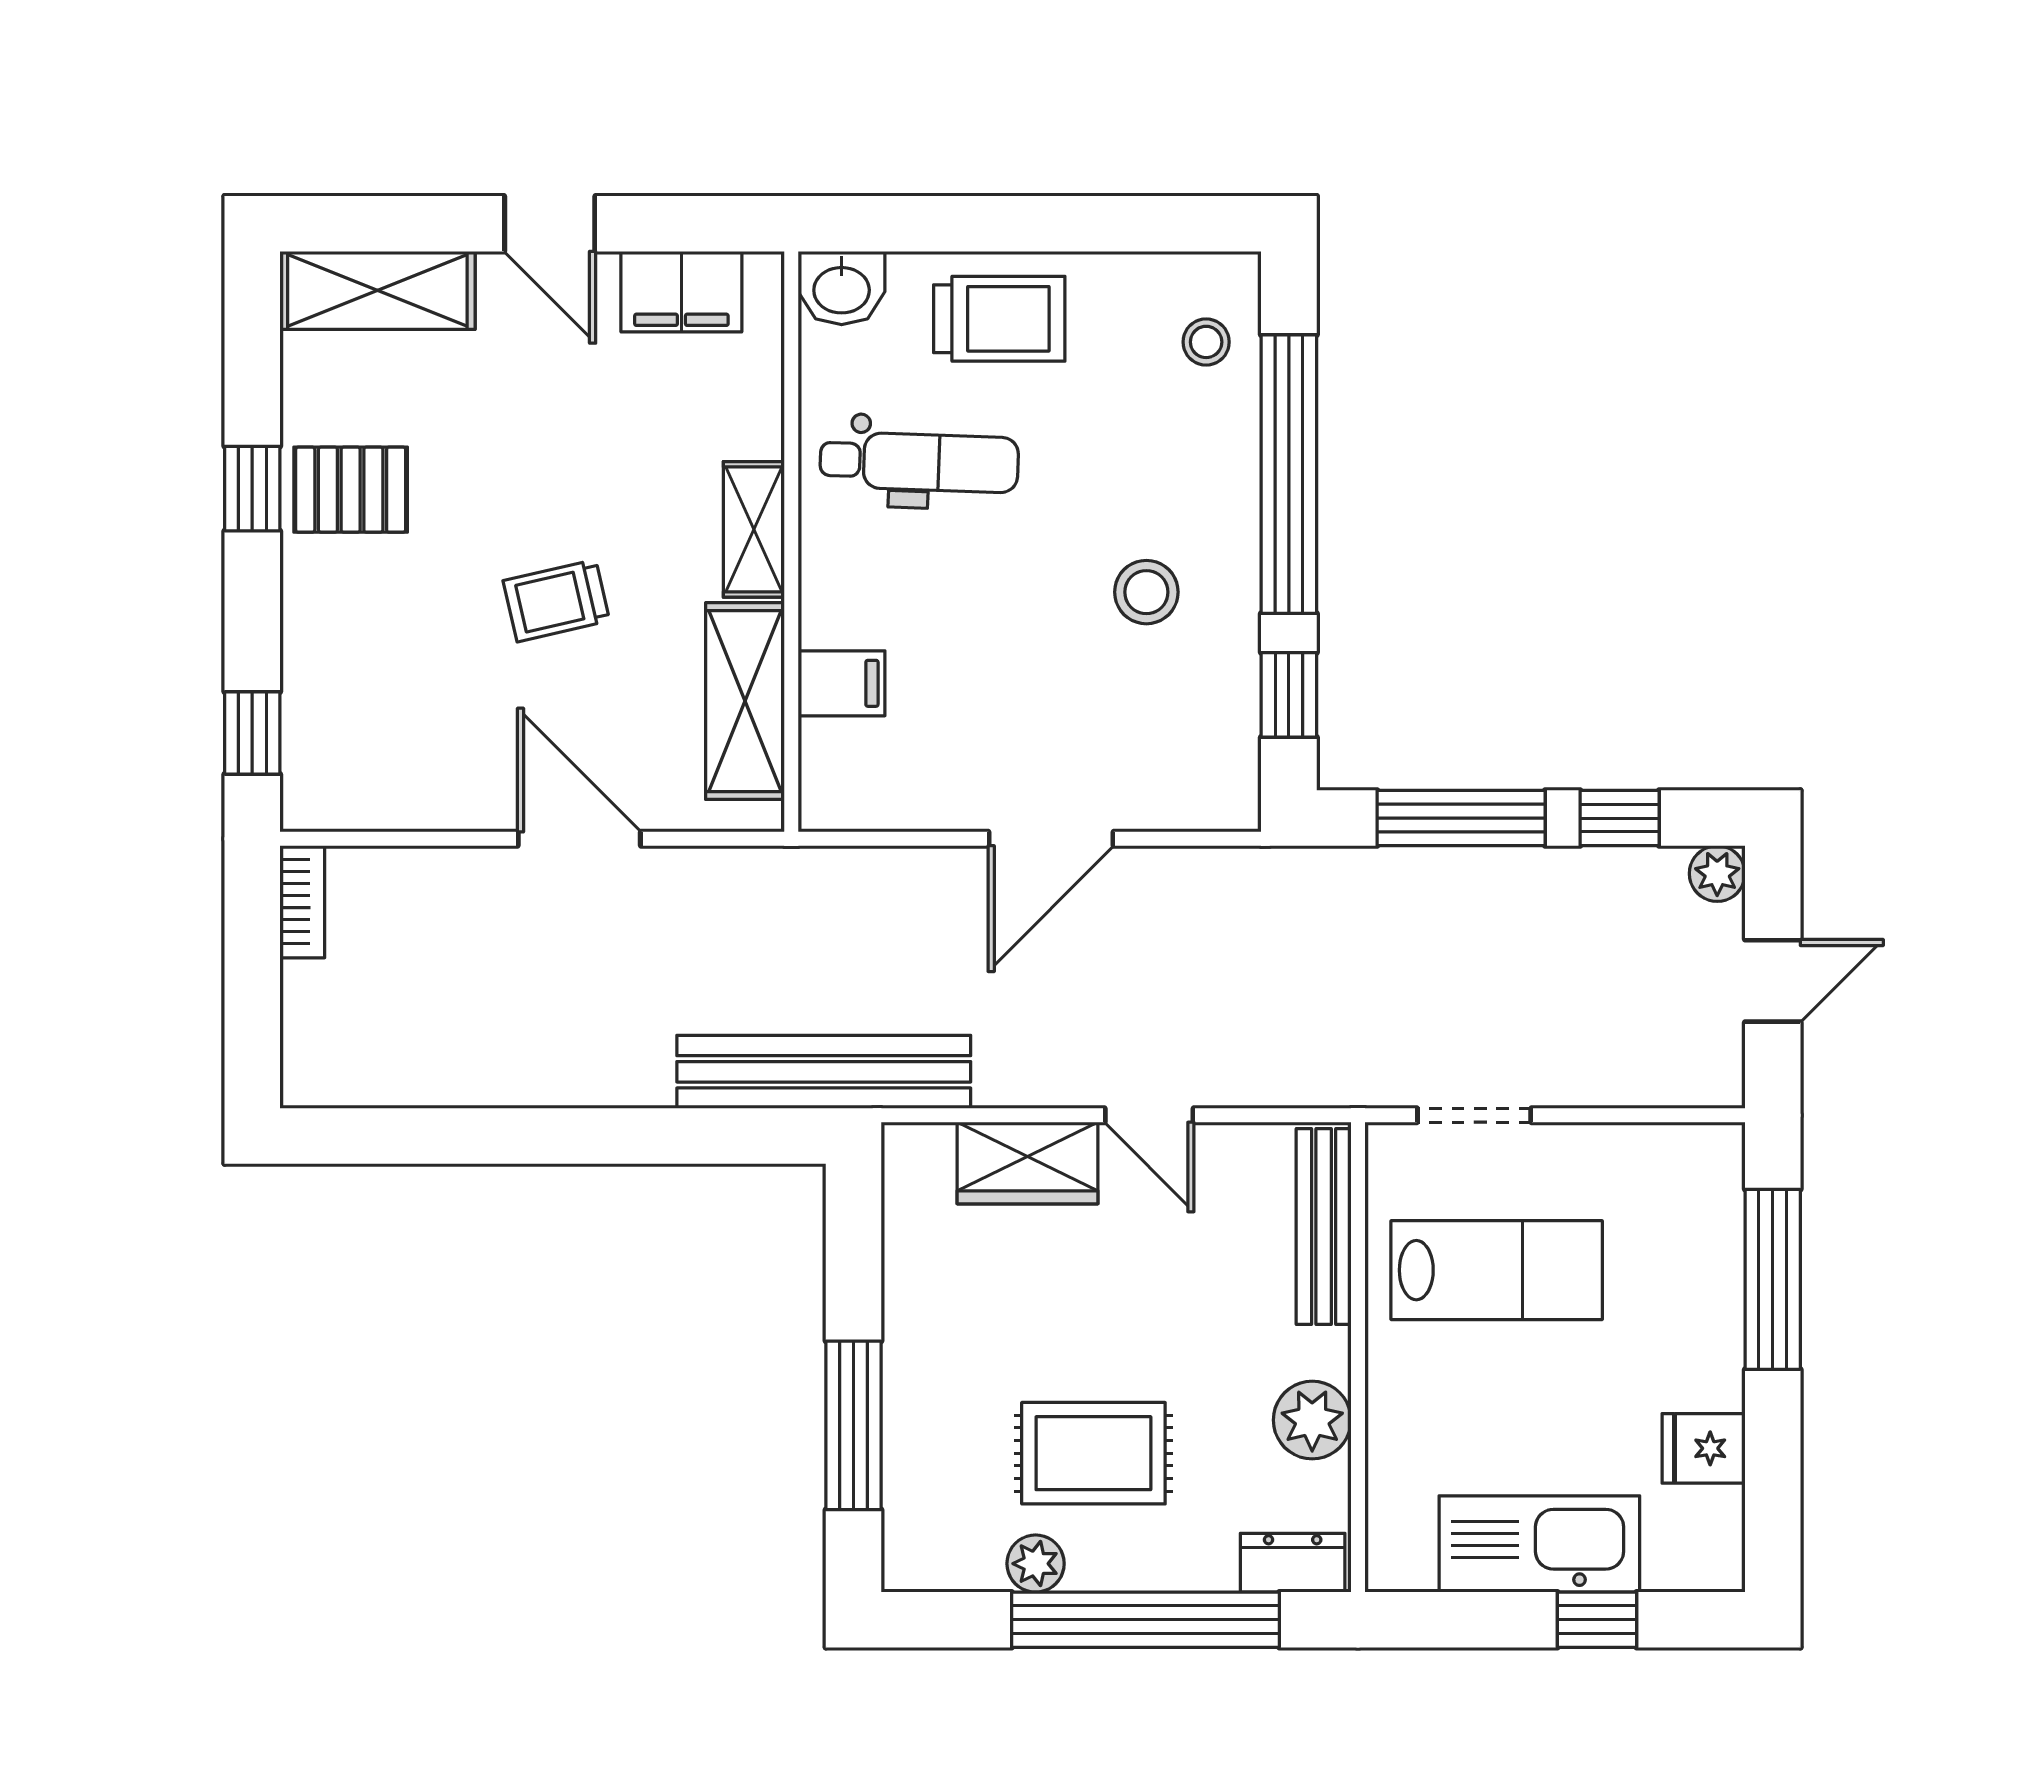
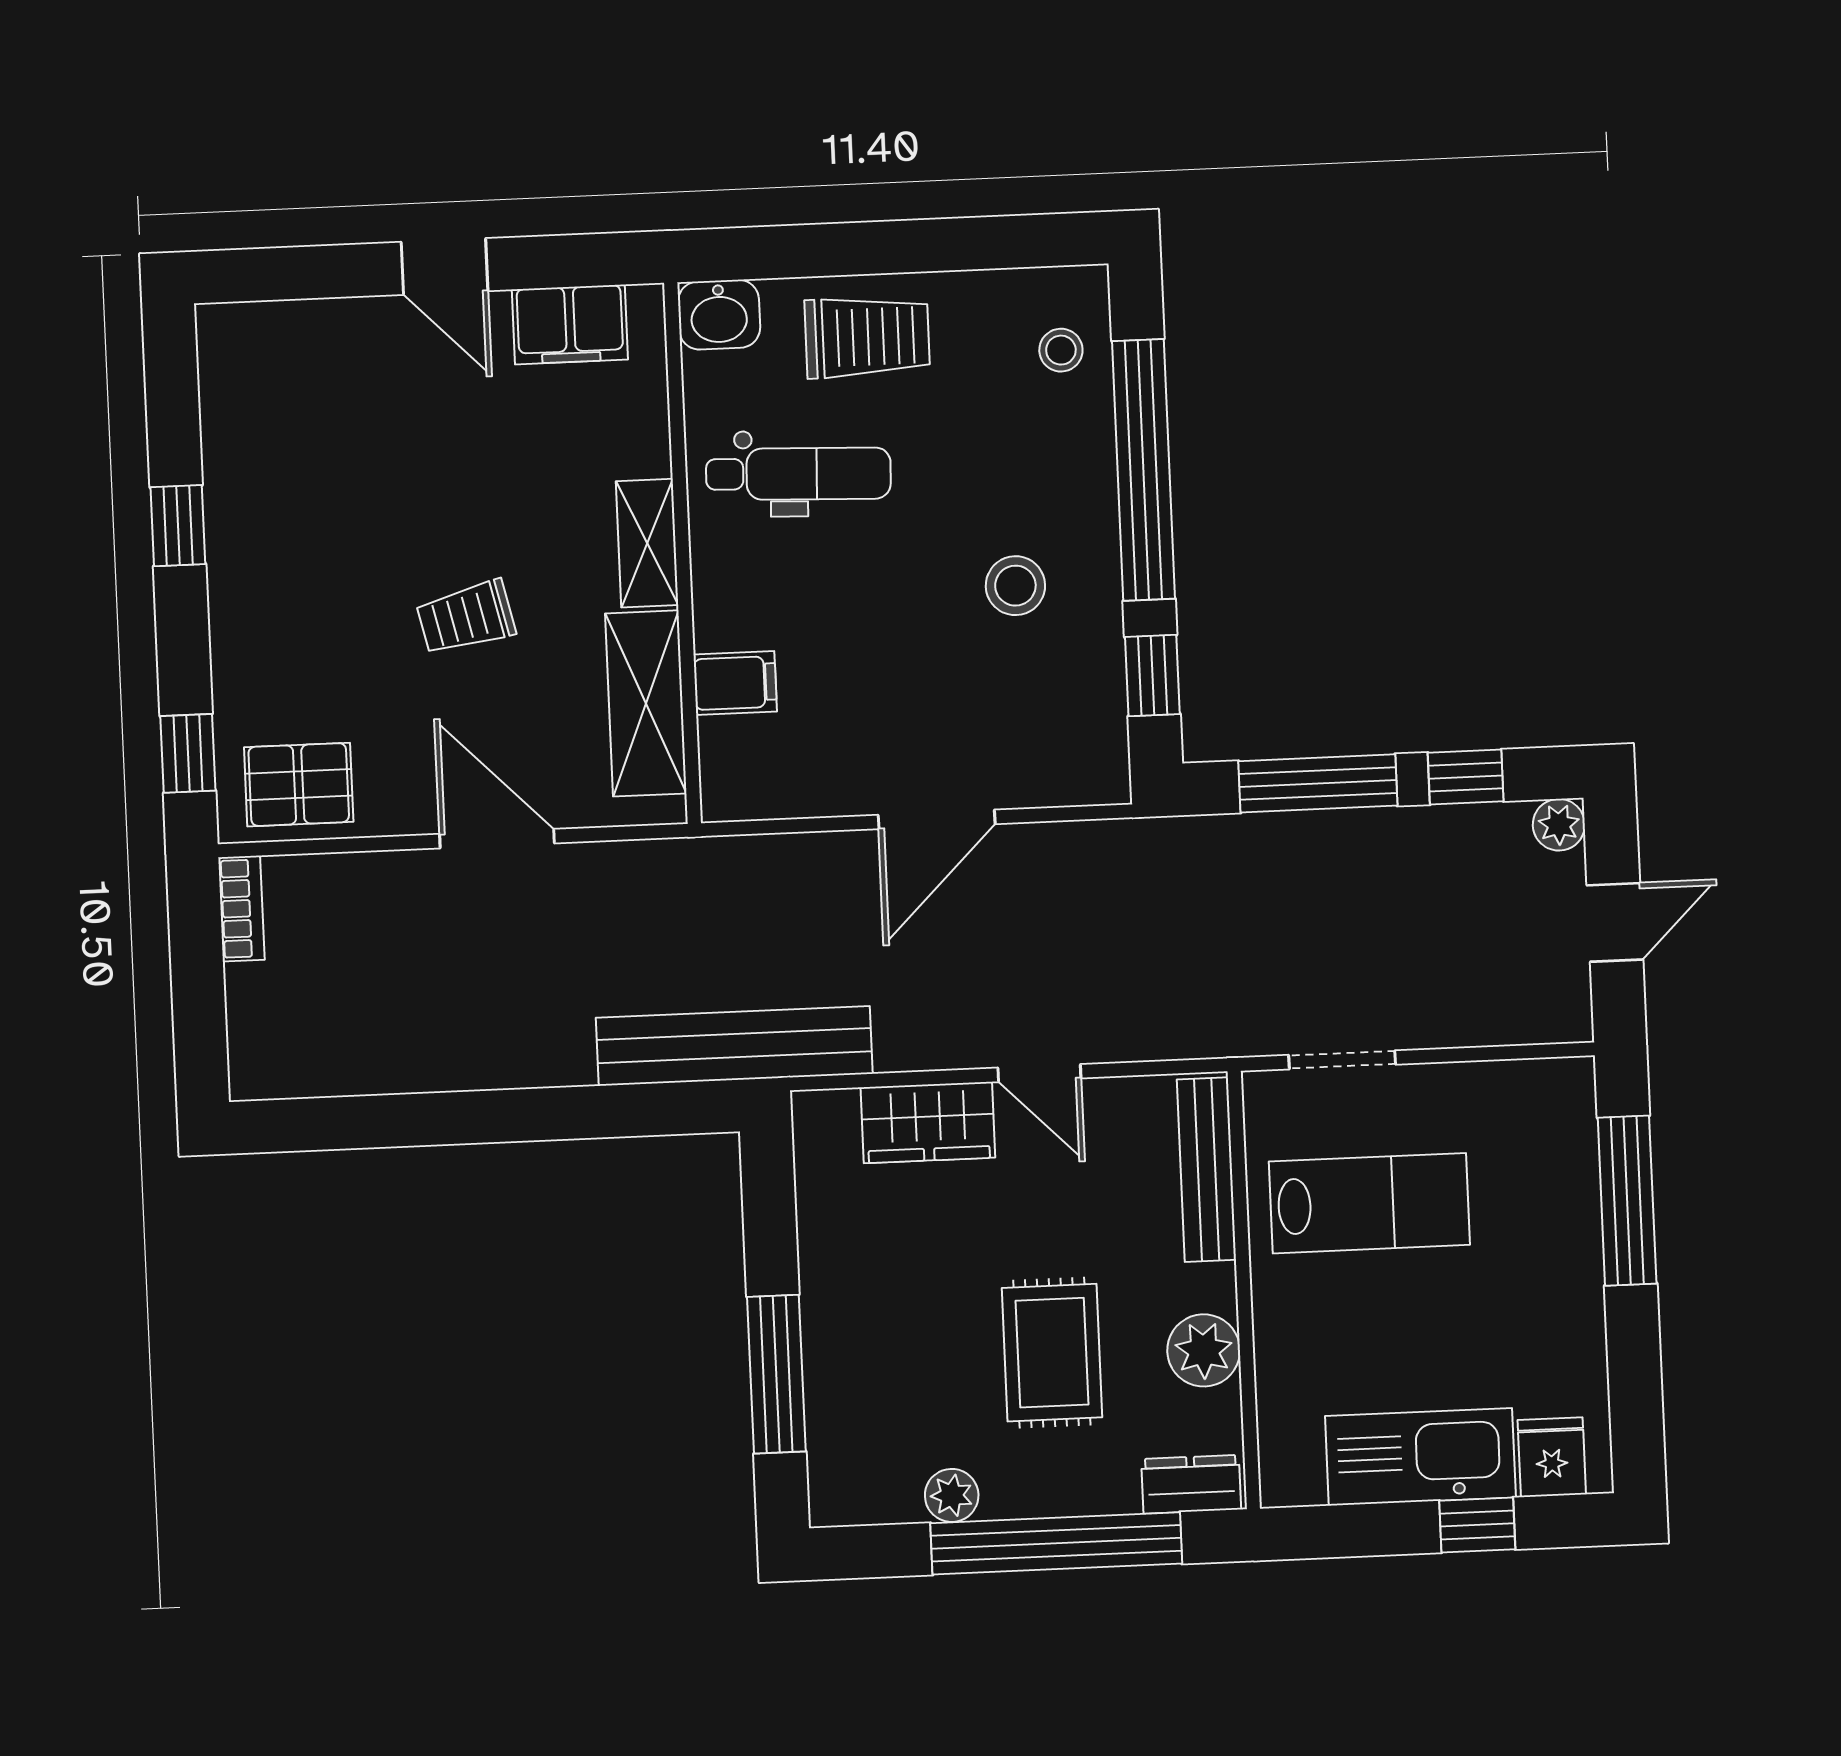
shelving: (377, 290) -> (287, 336), removed
pallet: (351, 490) -> (299, 785), moved
fridge: (1704, 1448) -> (1552, 1457), moved, turned 90
rug: (1093, 1453) -> (1052, 1353), moved, turned 90

